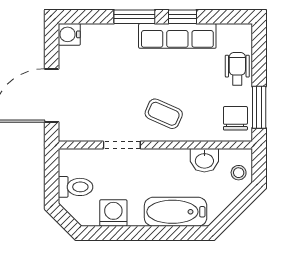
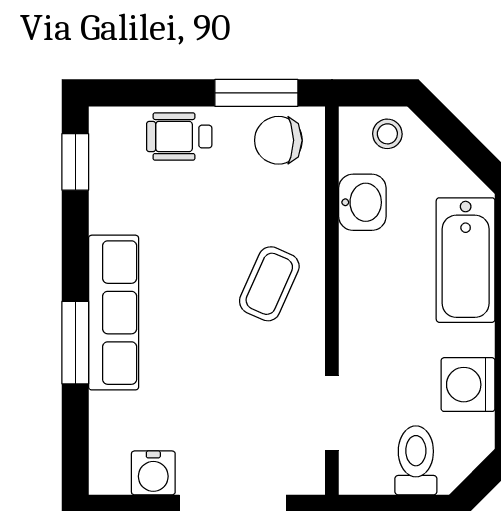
window: (182, 17) -> (75, 162), moved
water cooler: (69, 34) -> (153, 473), moved
row of seats: (177, 36) -> (114, 313), moved
doorway: (122, 145) -> (332, 413), moved

